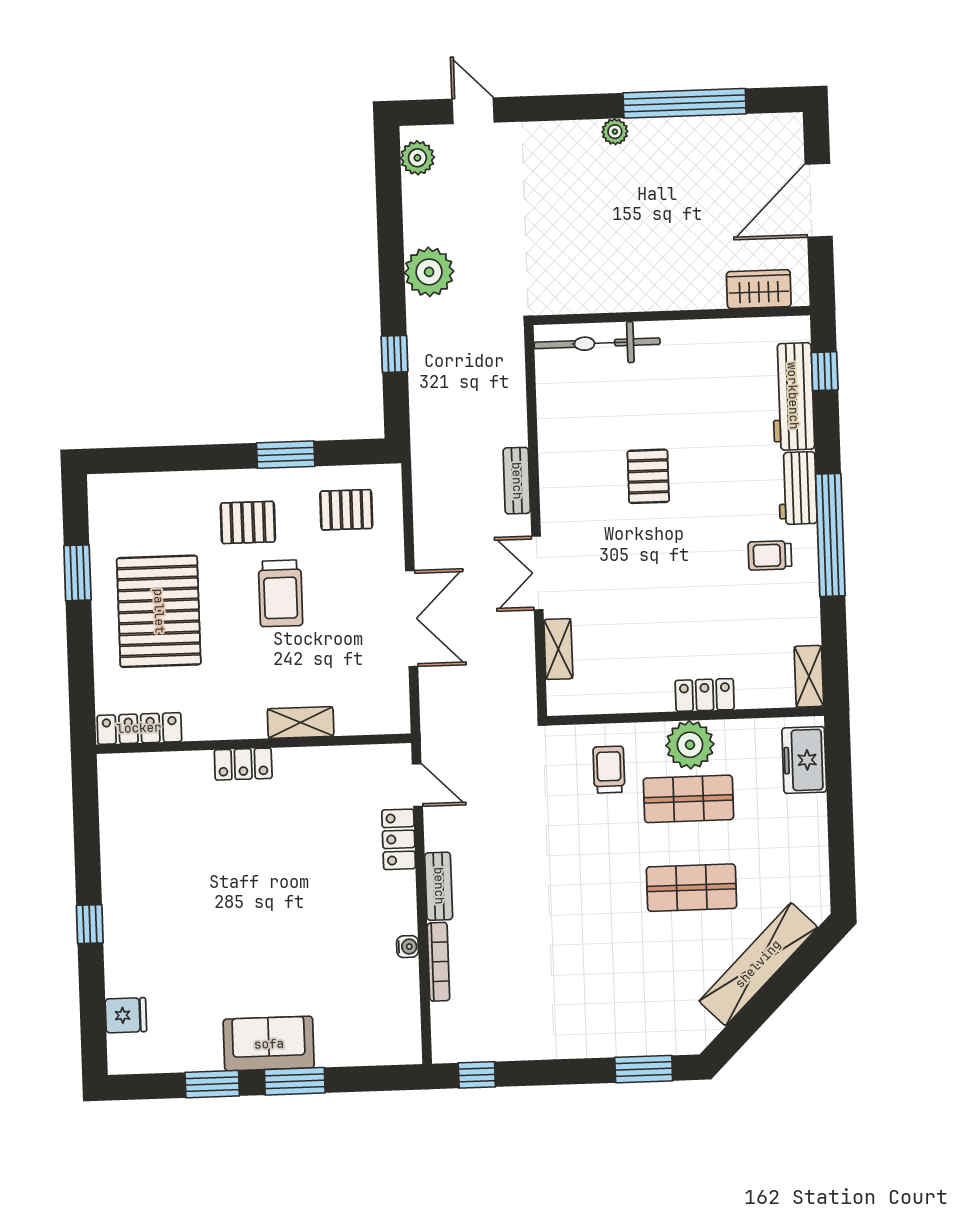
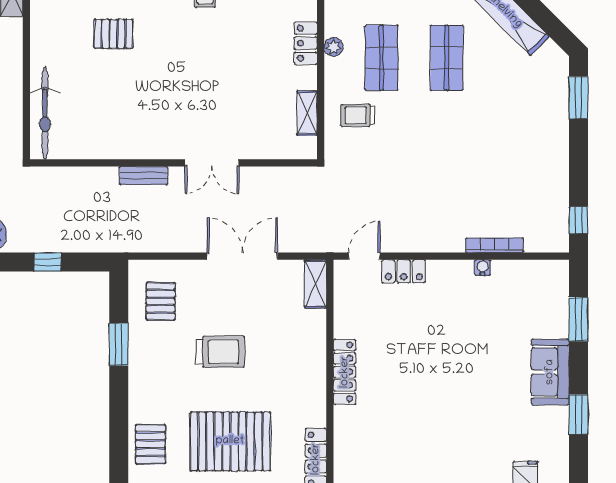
pallet: (648, 476) -> (113, 34), moved
pallet: (248, 522) -> (150, 444), moved
shelving: (558, 649) -> (307, 113), moved, turned 90
shelving: (301, 723) -> (316, 284), moved
plant: (690, 745) -> (334, 47), width x0.53, depth x0.53
locker: (243, 764) -> (345, 372), width x1.53
bench: (439, 886) -> (439, 243), removed
window: (295, 1081) -> (578, 319), moved

